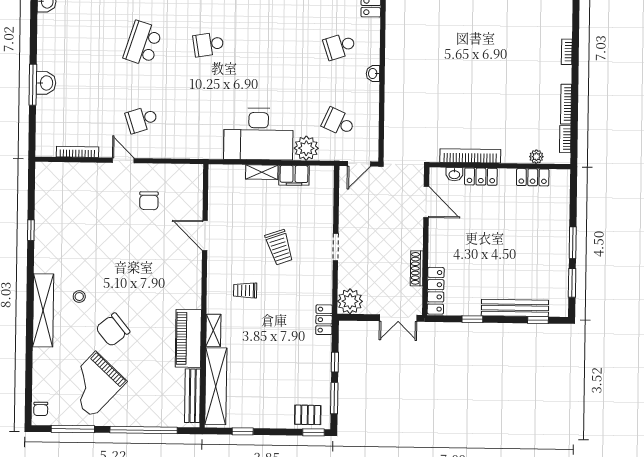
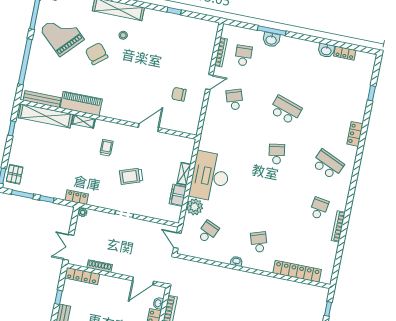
school desk: (76, 119) -> (243, 56), added
plant: (350, 301) -> (83, 212), width x0.53, depth x0.53

